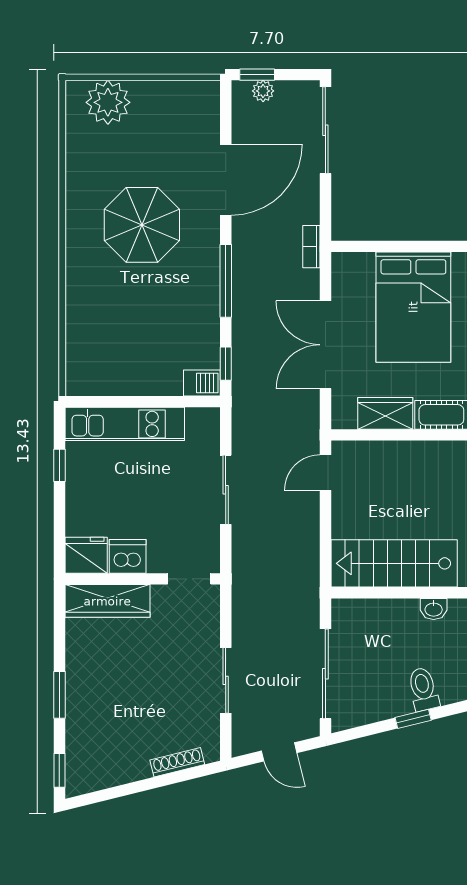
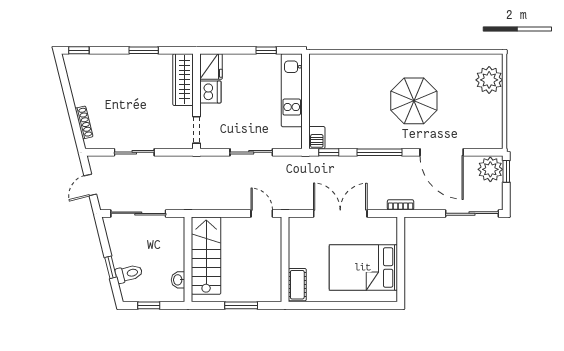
plant: (263, 91) -> (490, 169), width x1.88, depth x1.88
wardrobe: (385, 413) -> (298, 250), removed
window: (59, 695) -> (144, 50), moved

